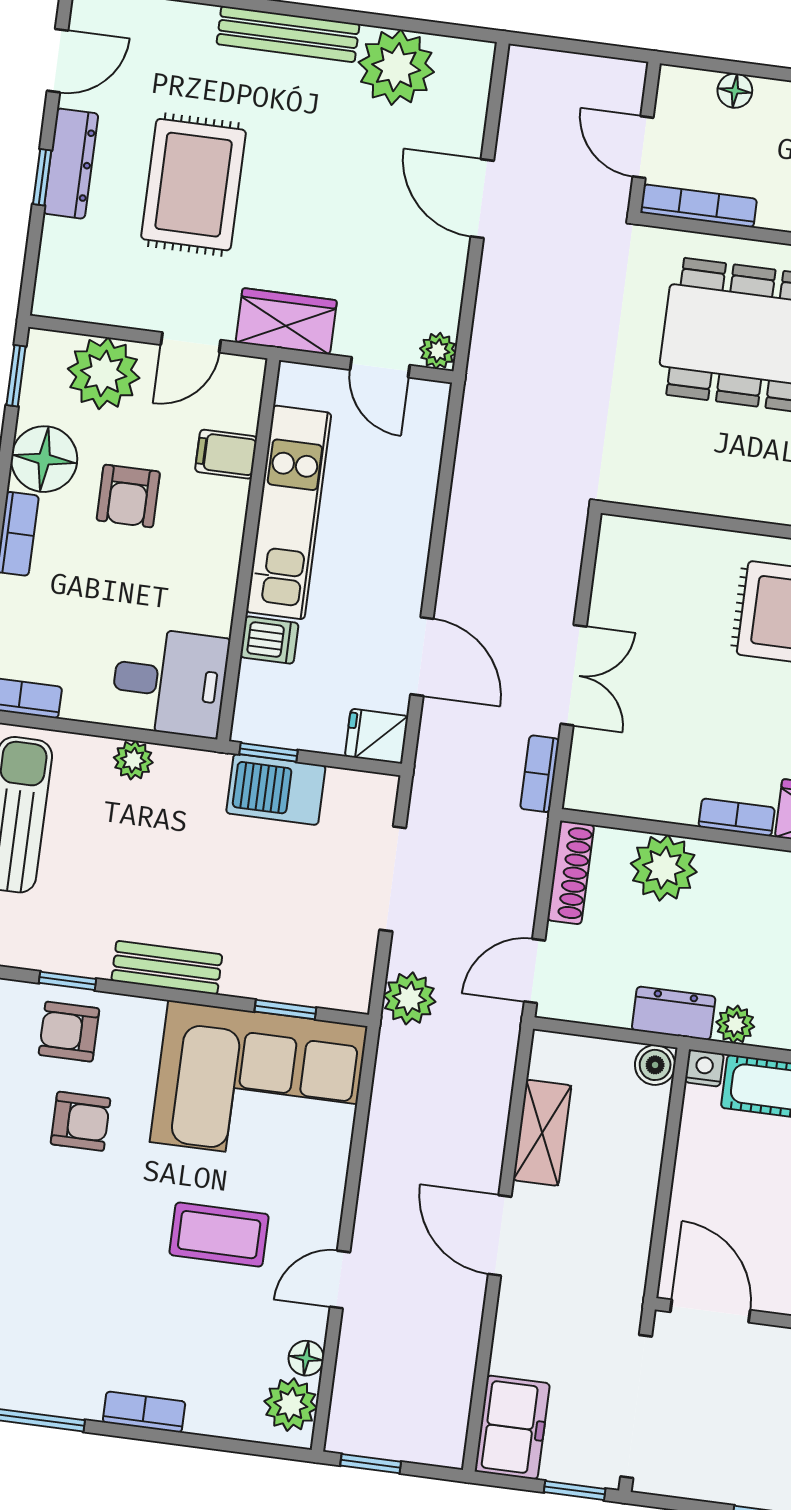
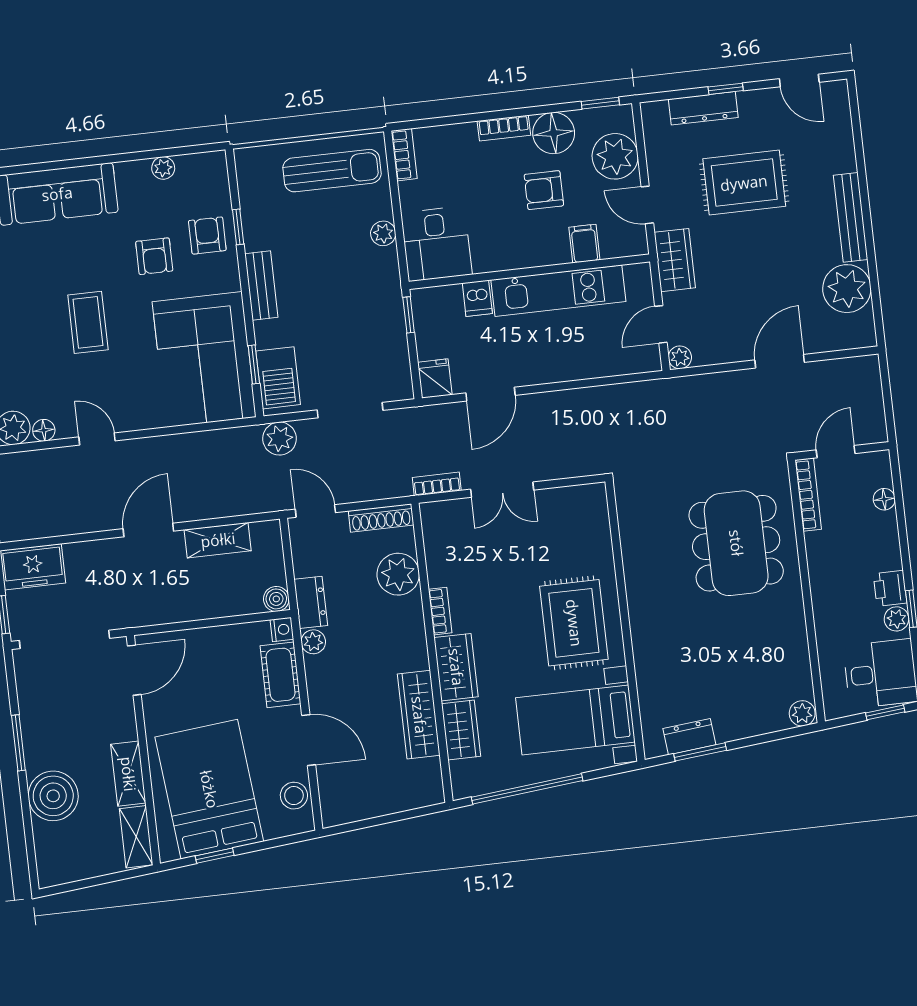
dresser: (71, 164) -> (703, 108), moved
barbecue: (276, 789) -> (278, 378), moved, turned 180
coffee table: (219, 1235) -> (88, 322), moved

